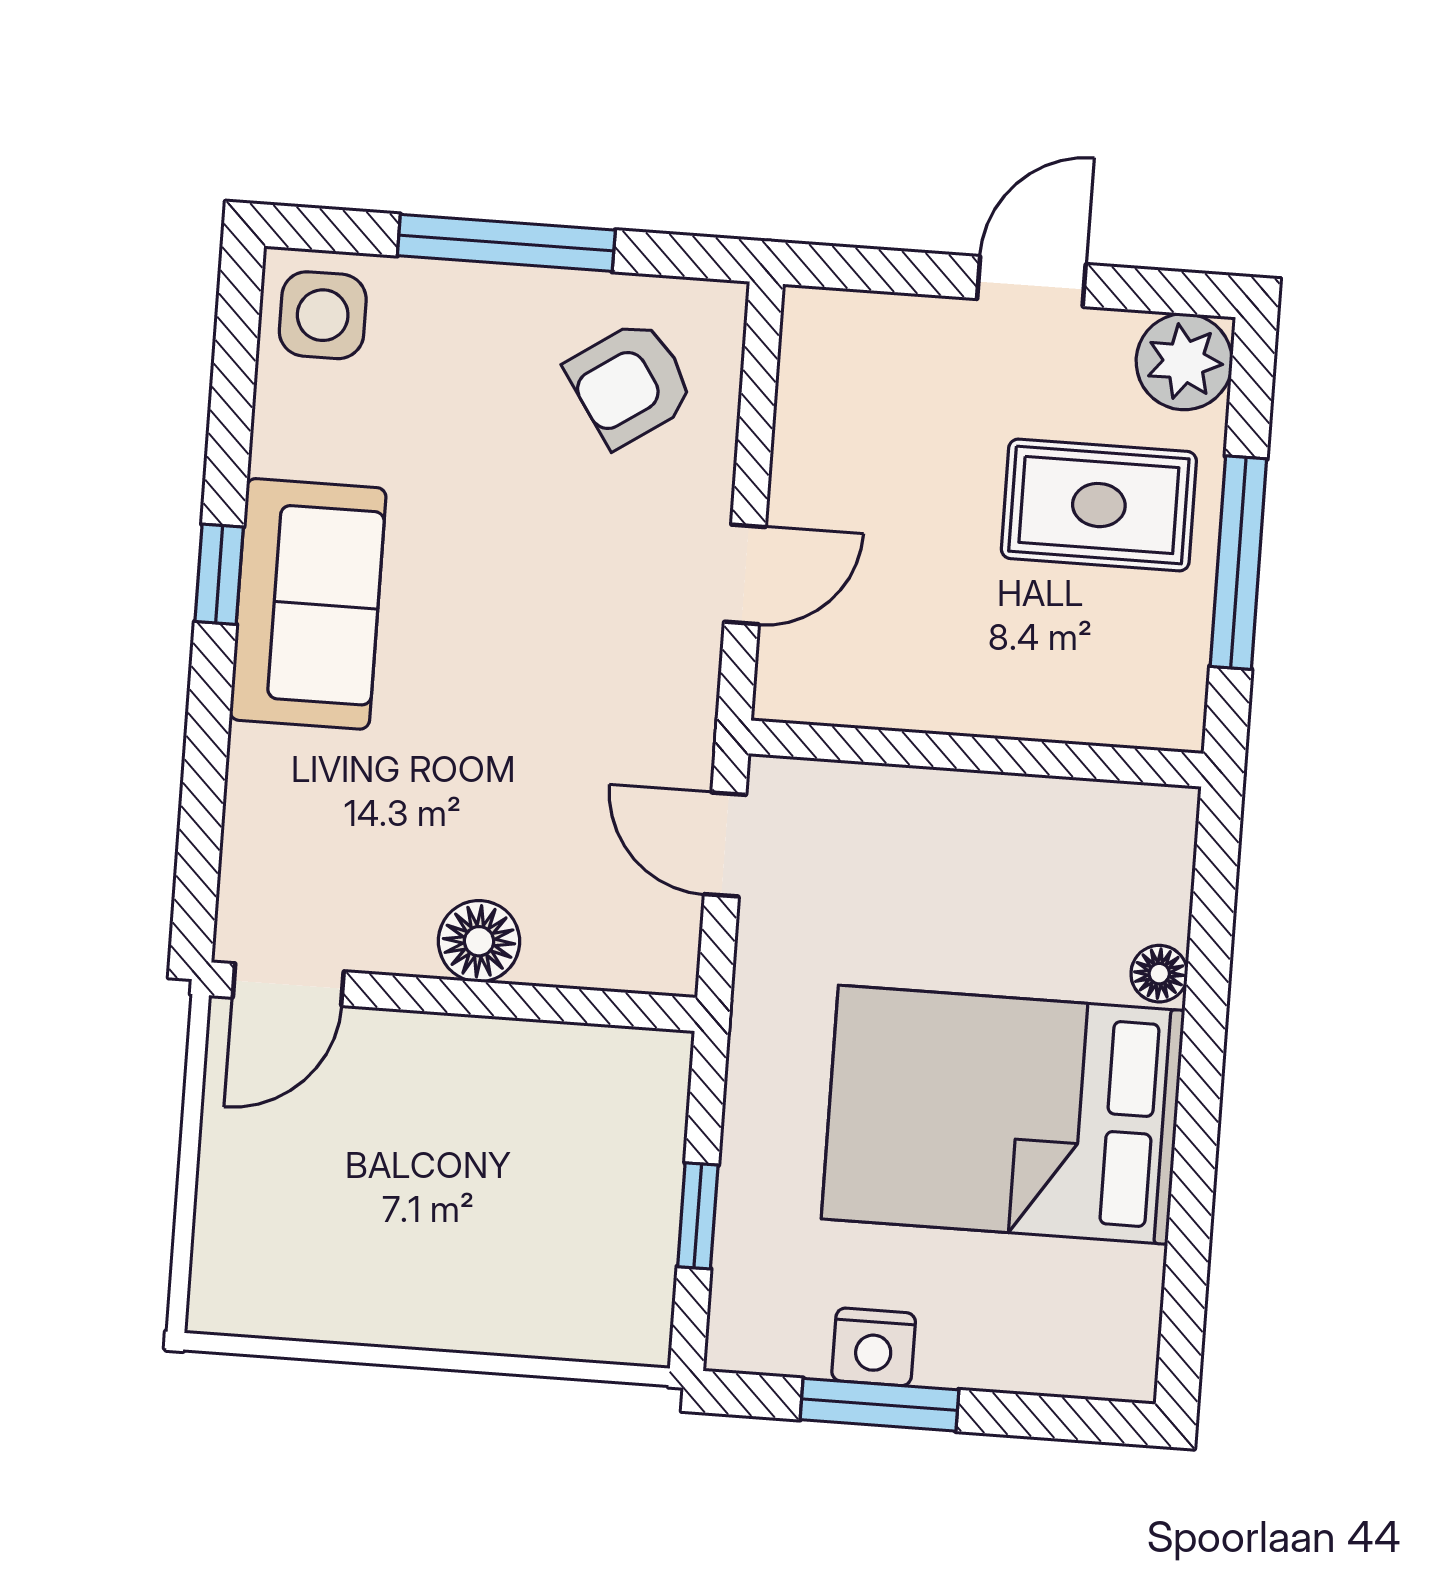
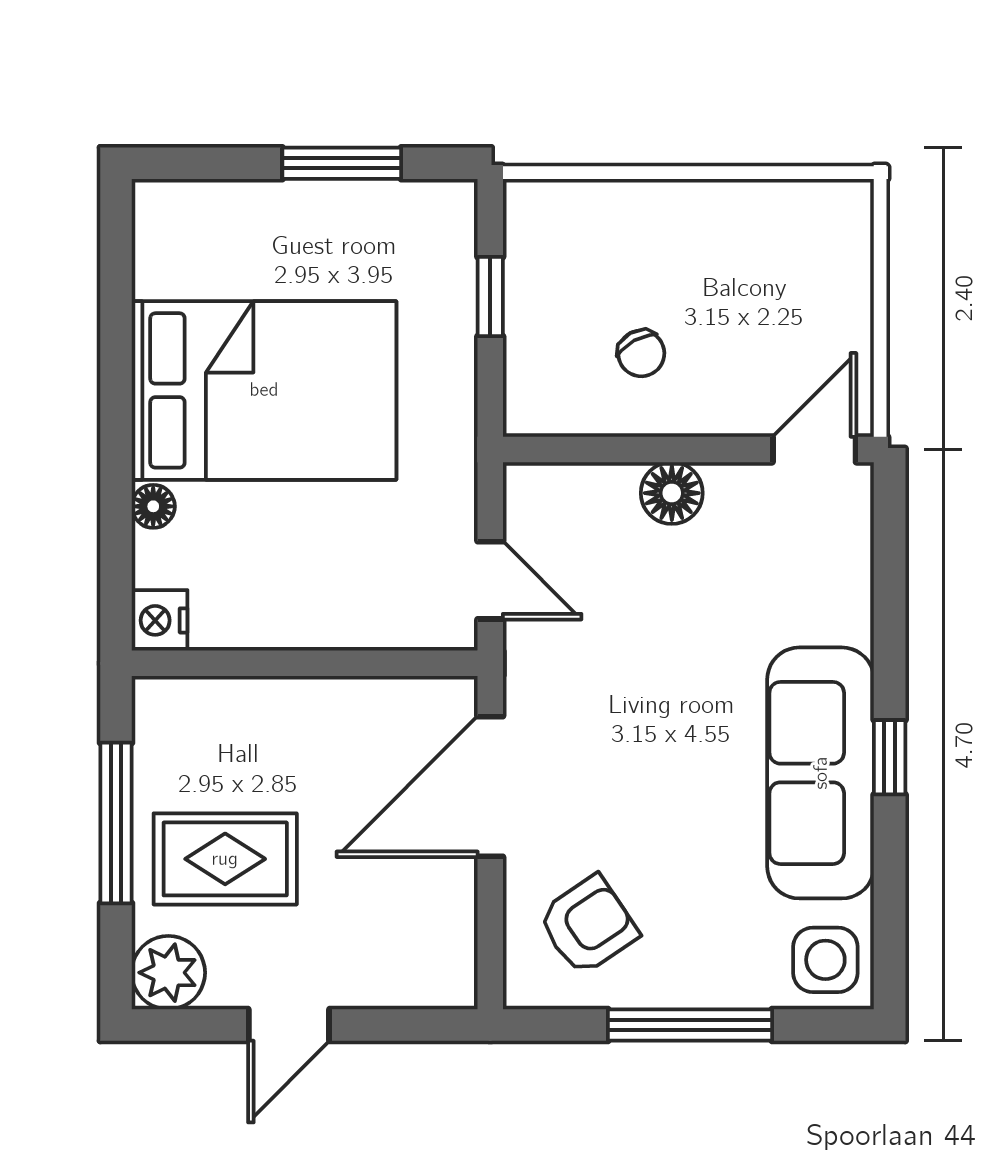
door: (745, 574) -> (490, 786), width x1.87
sofa: (308, 604) -> (821, 773), width x1.36
chair: (505, 1127) -> (641, 353), added
nightstand: (874, 1347) -> (160, 620), moved, turned -90

